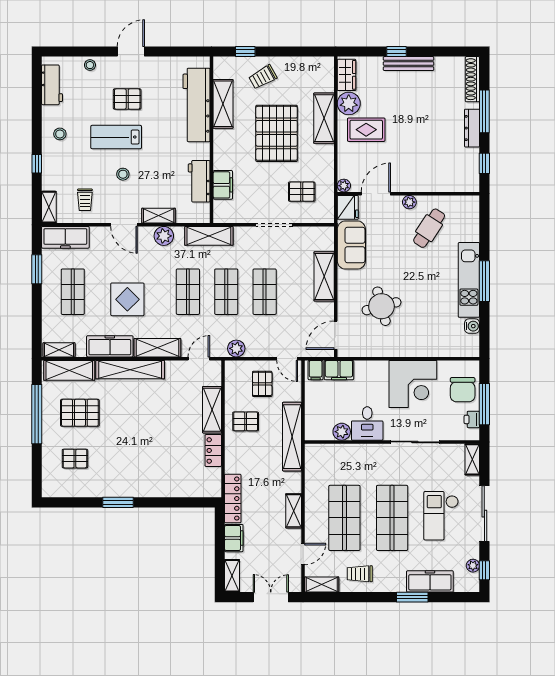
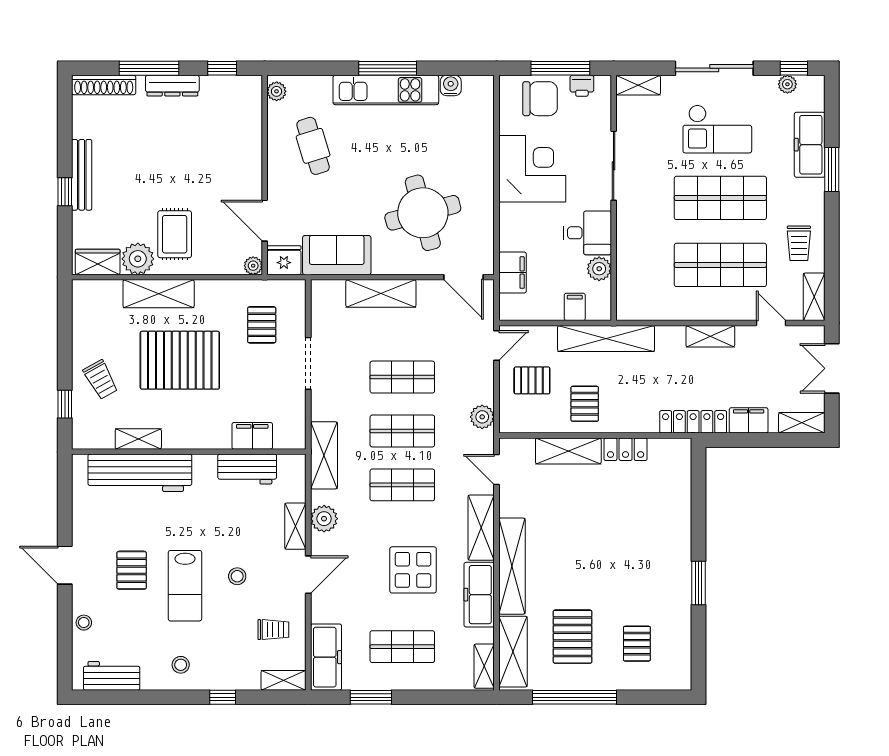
shelving: (223, 104) -> (138, 439), width x0.67, depth x0.75
plant: (409, 202) -> (277, 91), moved
cafe table: (429, 228) -> (313, 146), turned 40
round table: (381, 306) -> (423, 213), width x1.36, depth x1.36
filing cabinet: (316, 370) -> (575, 307), moved, turned -90

